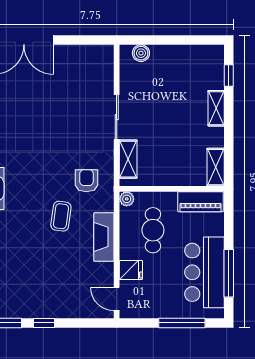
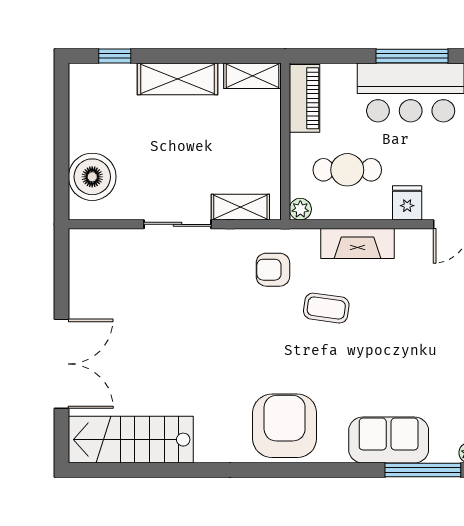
boiler: (141, 53) -> (92, 177), width x1.86, depth x1.86
shelving: (216, 108) -> (178, 79), width x1.50, depth x1.33

